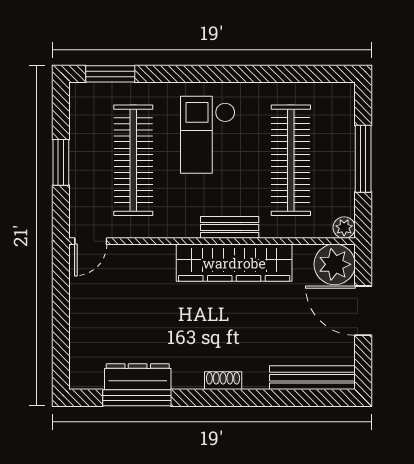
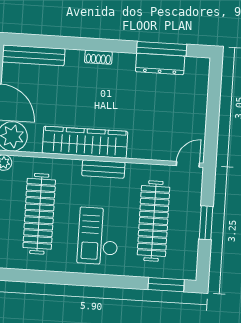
checkout: (208, 135) -> (98, 236), turned 180
bench: (230, 227) -> (103, 169), moved

